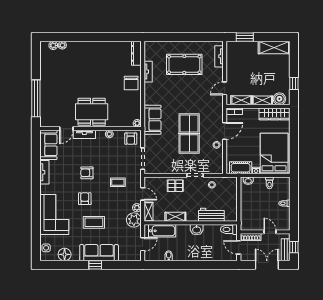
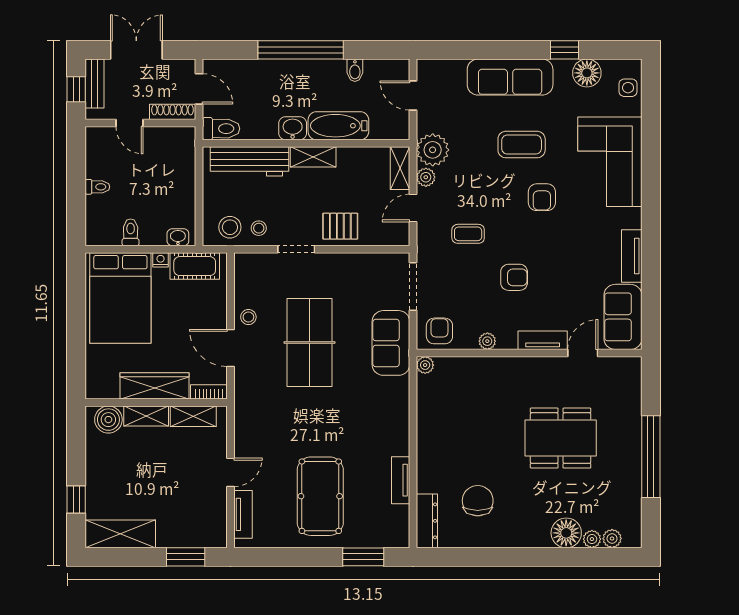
window: (165, 37) -> (363, 557), added
floor lamp: (74, 48) -> (566, 533), added
pool table: (184, 64) -> (320, 496), turned 90
chair: (131, 83) -> (478, 501), moved
window: (294, 83) -> (76, 499), moved
door: (225, 88) -> (230, 472), moved
window: (36, 98) -> (651, 457), moved
dining table: (92, 112) -> (561, 438), moved
wardrobe: (274, 114) -> (154, 386), moved
sofa: (153, 120) -> (391, 343), moved
door: (225, 131) -> (230, 348), hinge flipped
armchair: (87, 173) -> (514, 277), moved
stool: (225, 185) -> (230, 227), added
door: (143, 194) -> (413, 208), hinge flipped
workbench: (211, 215) -> (249, 161), width x1.38
shelving: (175, 217) -> (313, 157), moved
bathtub: (162, 231) -> (338, 126), moved
door: (143, 244) -> (413, 96), hinge flipped
window: (95, 265) -> (564, 50), moved
window: (193, 265) -> (301, 50), added
double door: (267, 265) -> (136, 50), swing flipped

